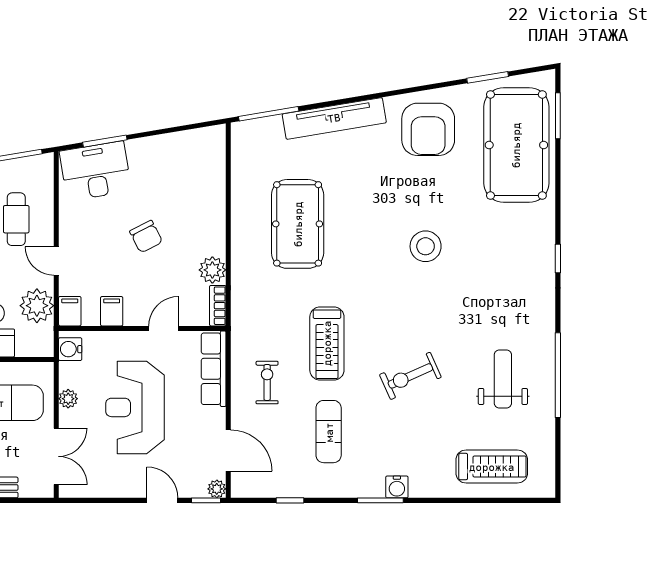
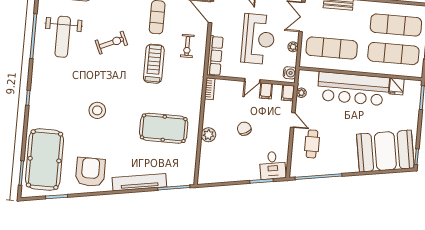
desk: (95, 171) -> (273, 165), width x0.73
pool table: (298, 224) -> (164, 128), turned 90
plant: (212, 270) -> (208, 135), moved
plant: (37, 306) -> (301, 93), width x0.53, depth x0.53
door: (164, 328) -> (252, 81), moved
weight bench: (503, 379) -> (63, 37), width x1.36, depth x1.33

